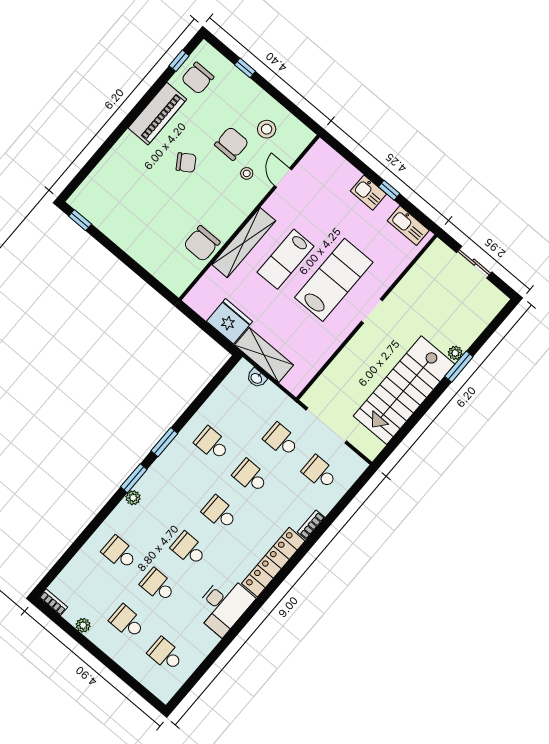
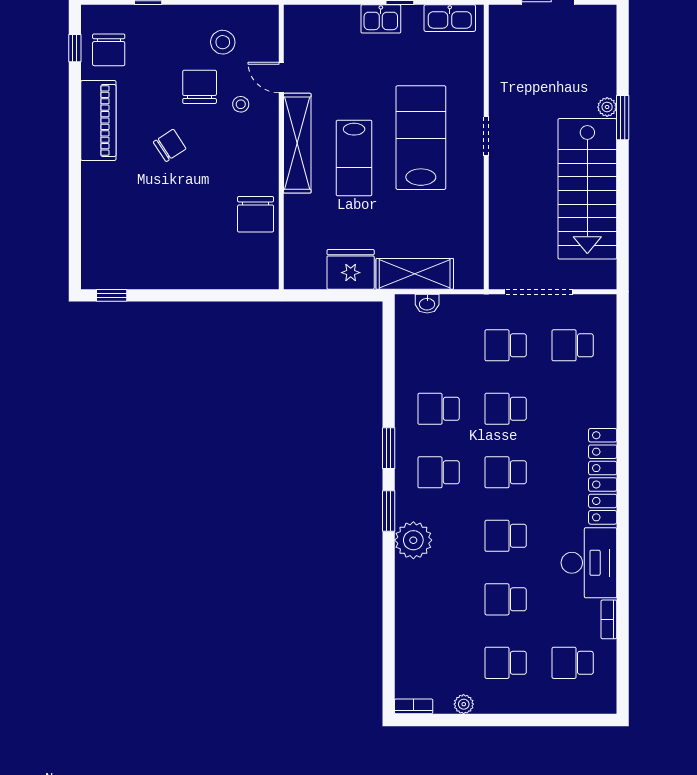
shelving: (244, 243) -> (297, 143), moved
plant: (133, 498) -> (413, 540), width x1.87, depth x1.87
bookcase: (311, 525) -> (609, 619), moved
school desk: (120, 553) -> (439, 472), moved

